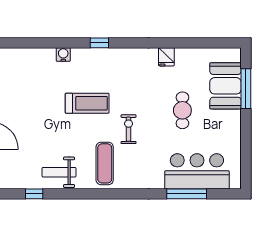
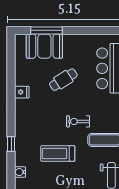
treadmill: (87, 103) -> (58, 153), turned -90
cafe table: (182, 110) -> (63, 80), turned -33

